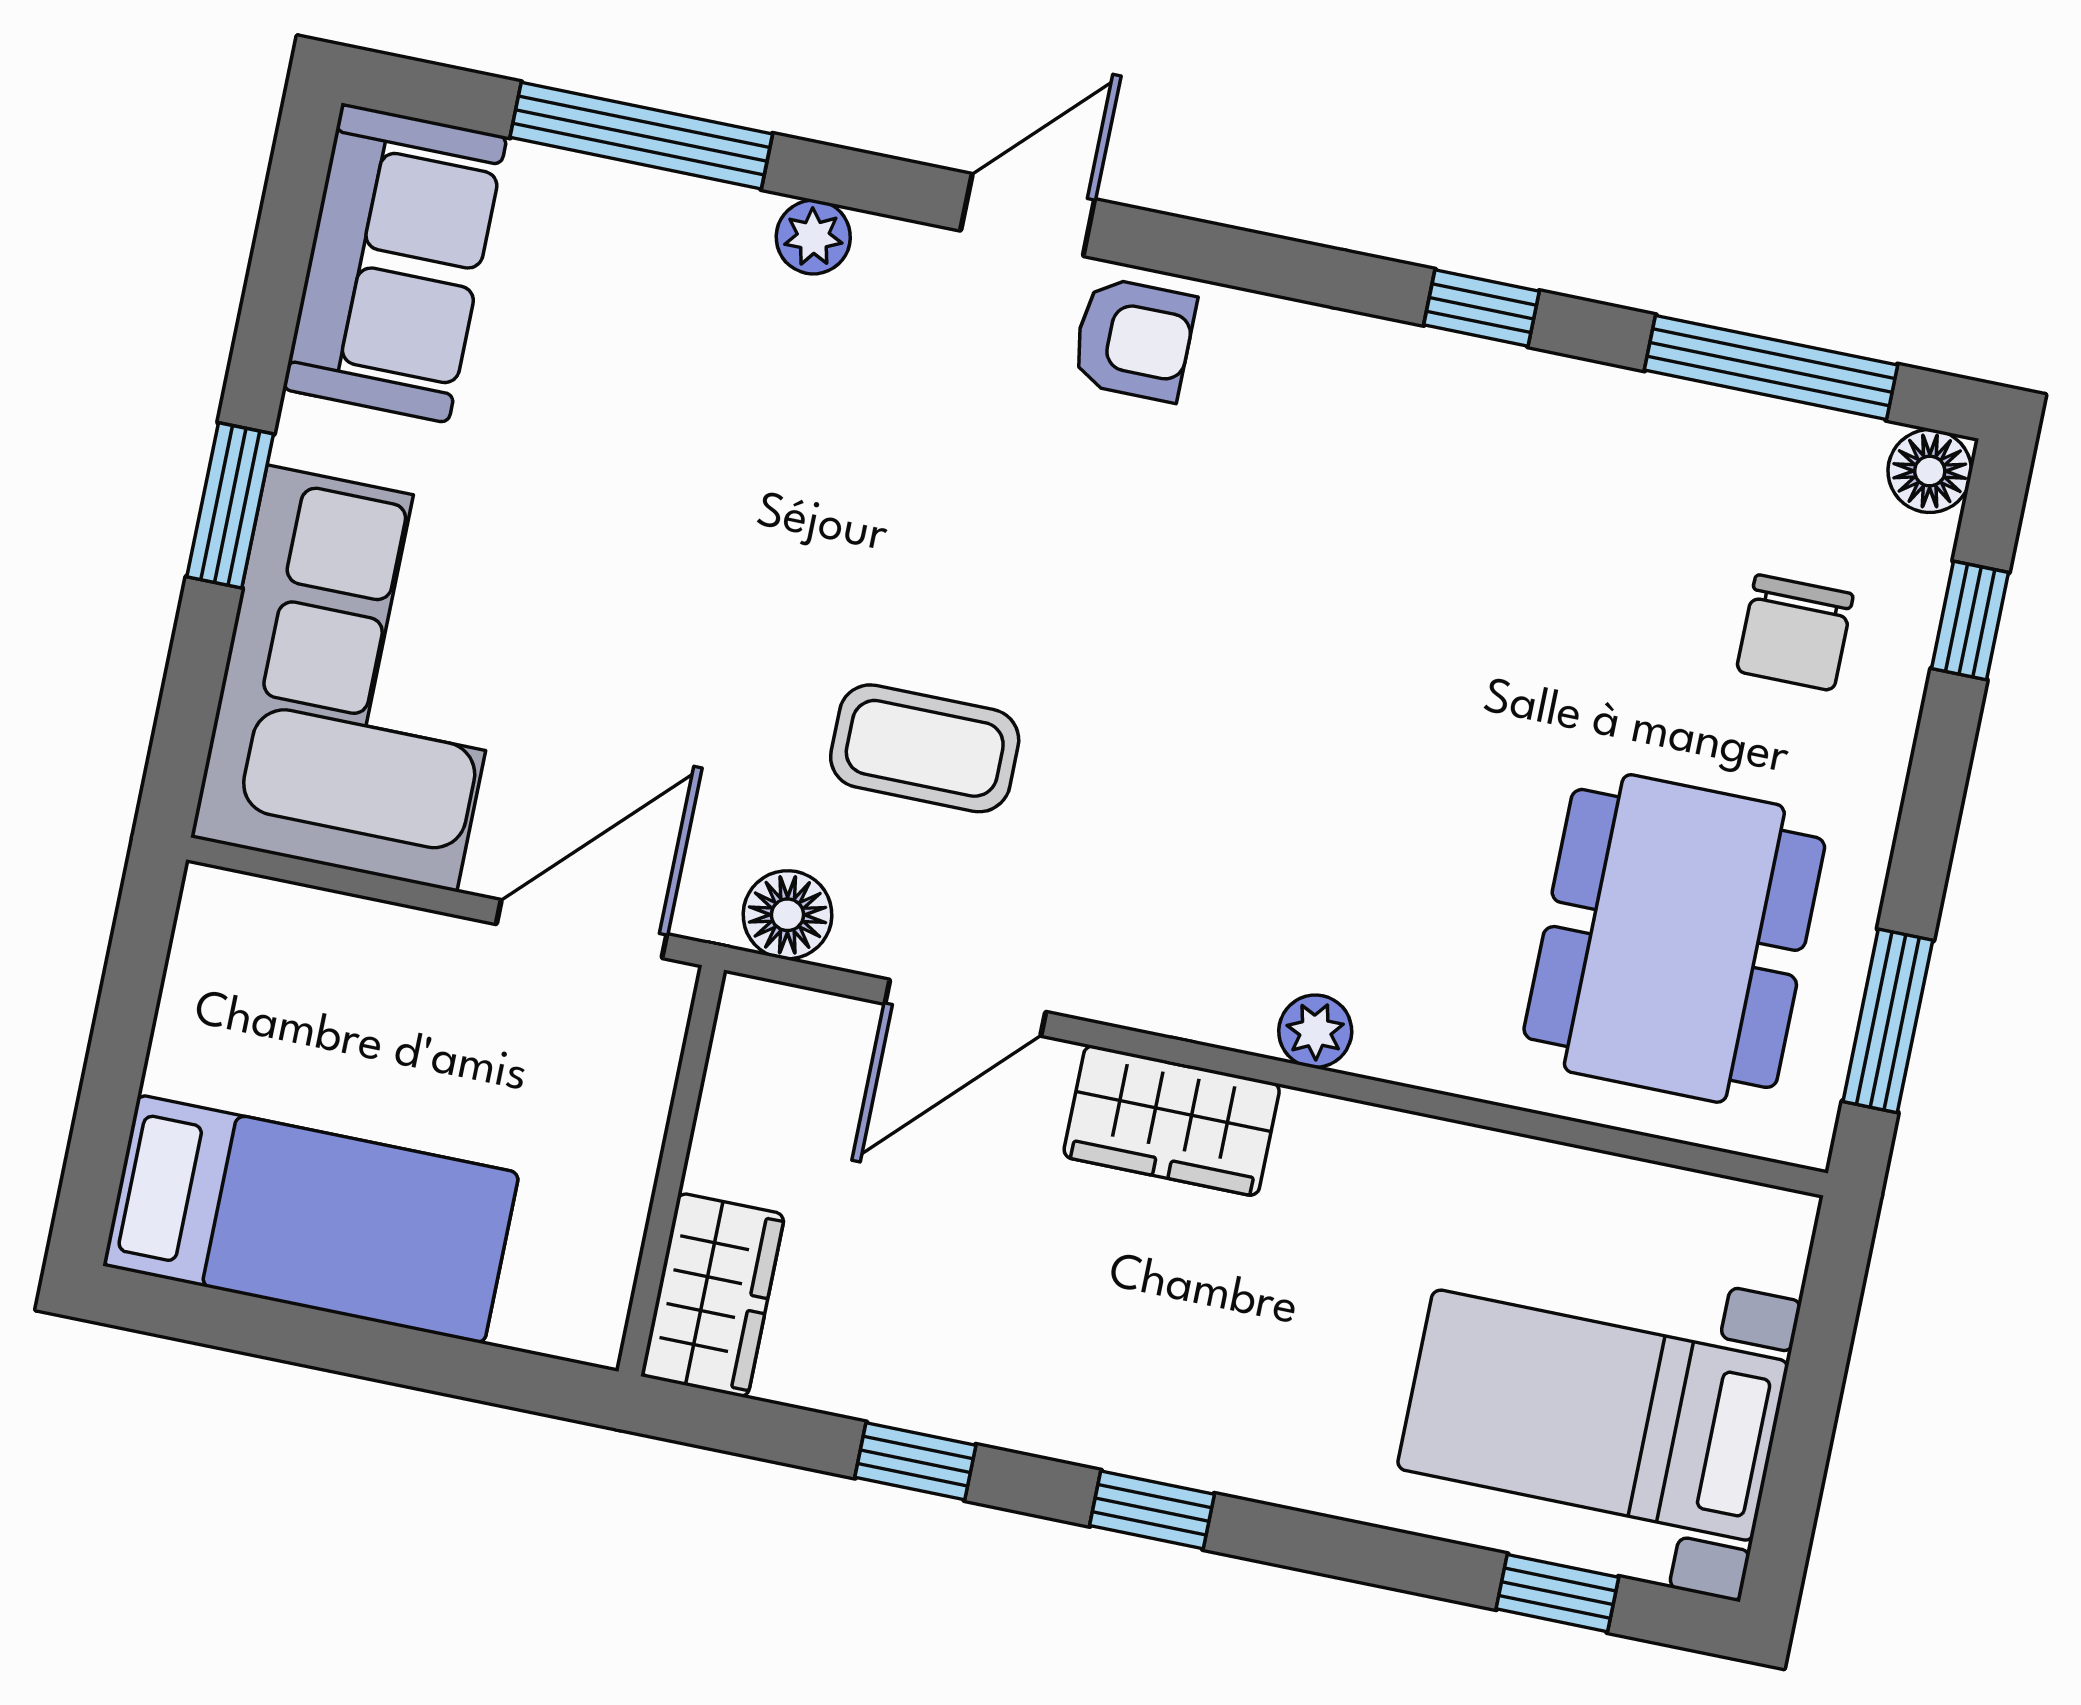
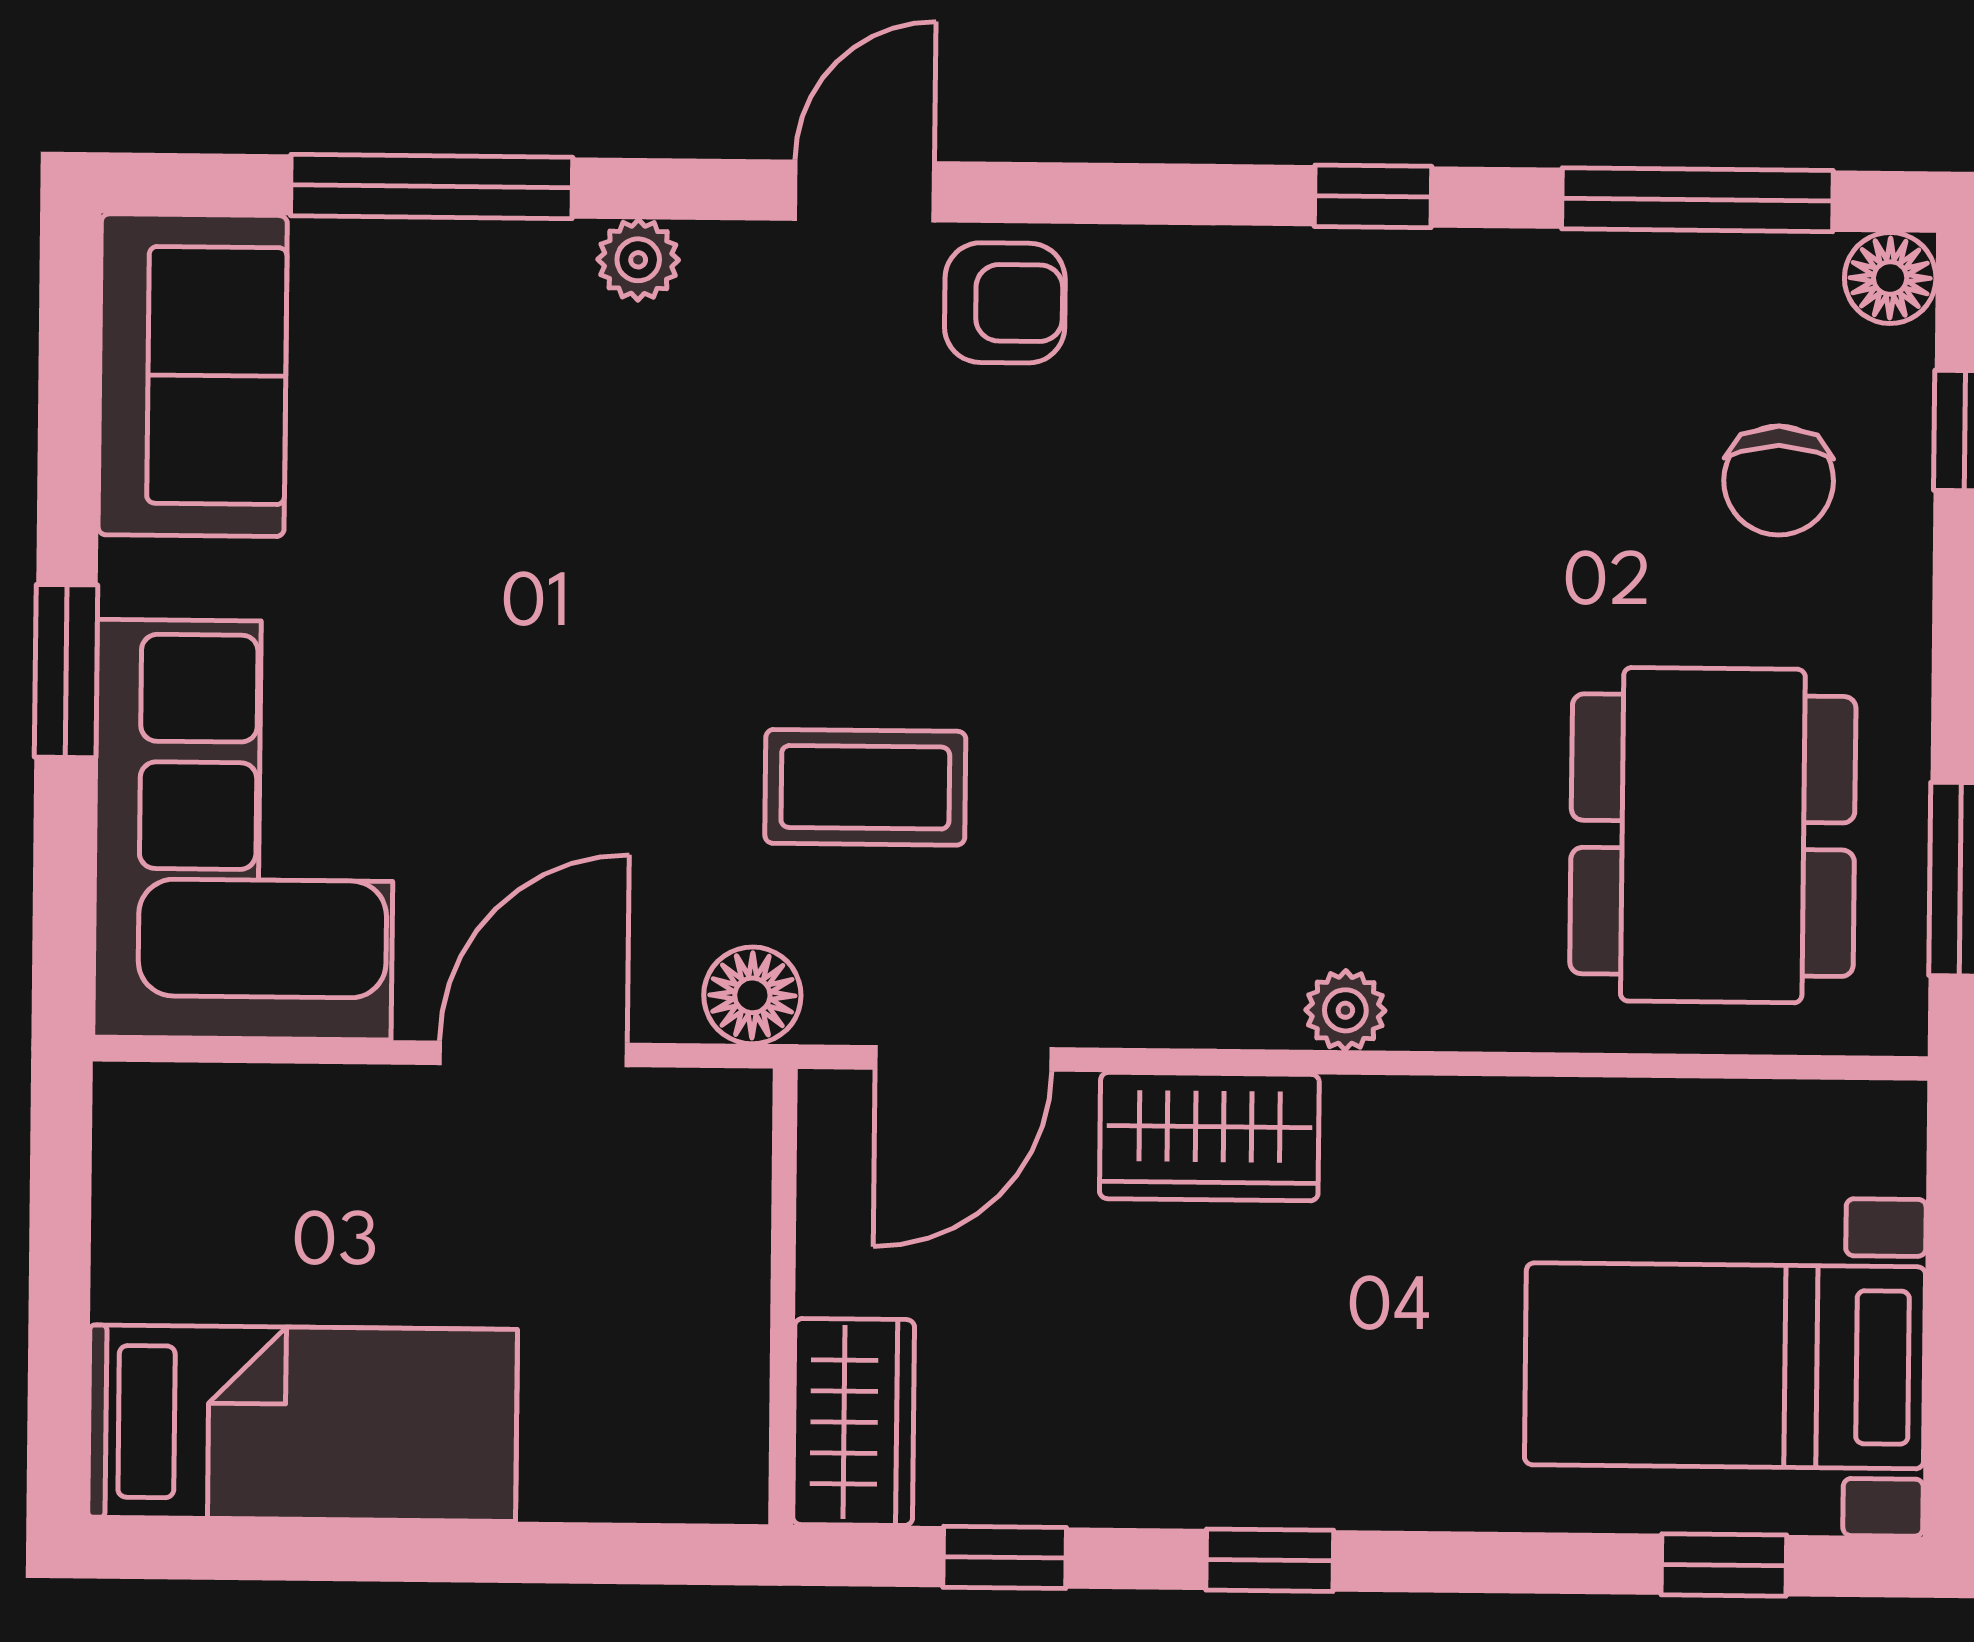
wall: (671, 1171) -> (783, 1297), moved
wardrobe: (713, 1295) -> (854, 1422), moved

